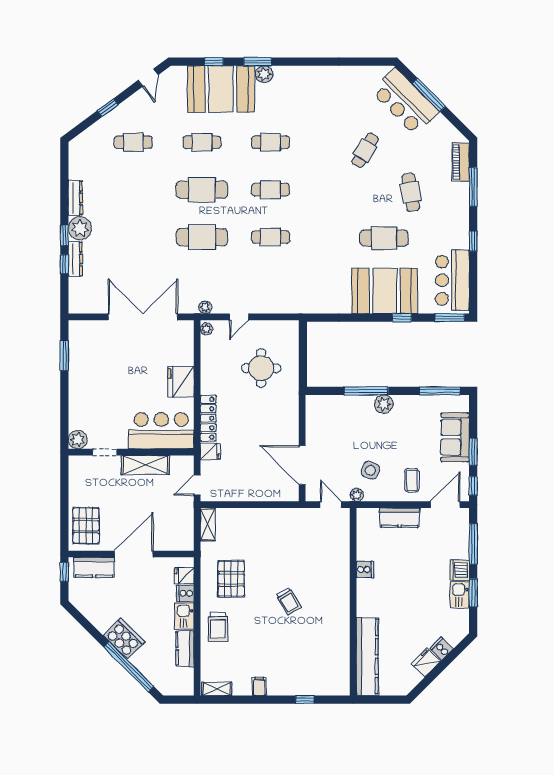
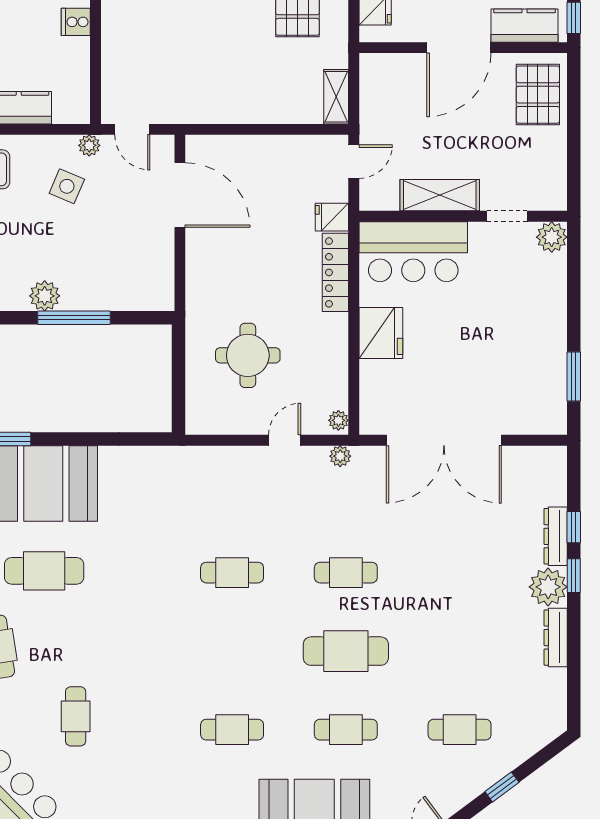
cafe table: (365, 150) -> (76, 716), turned -31
cafe table: (271, 190) -> (232, 651), removed
cafe table: (202, 237) -> (346, 573), width x0.73, depth x0.74

